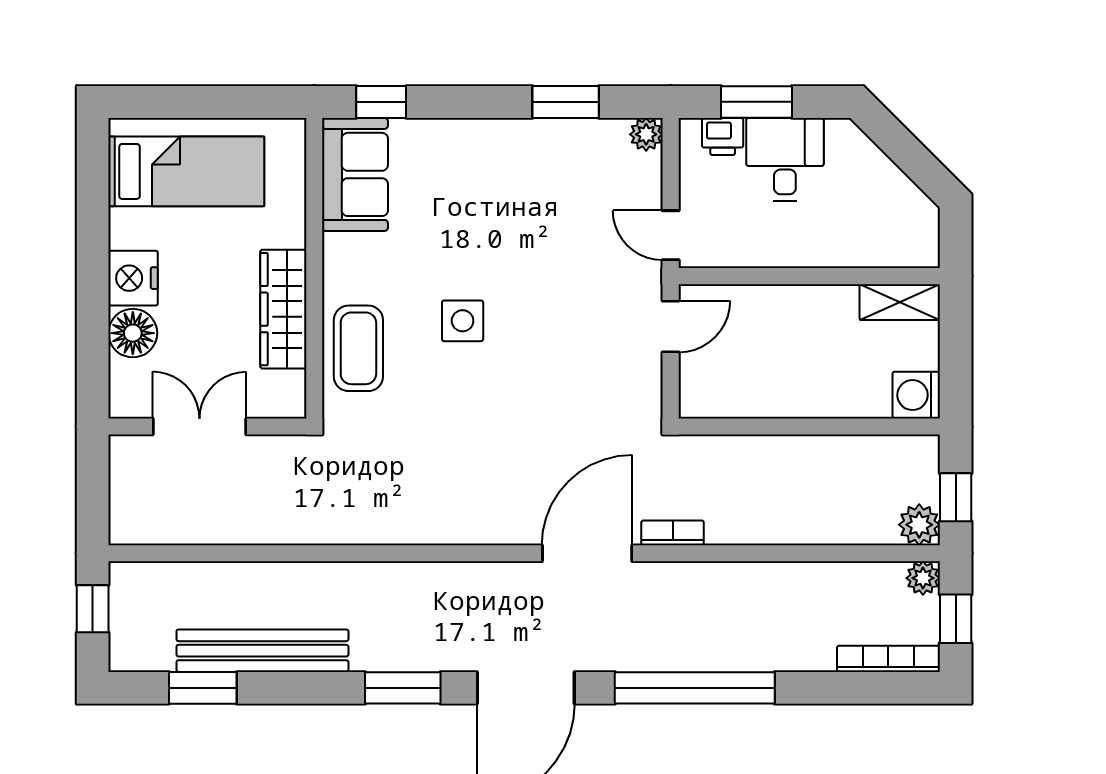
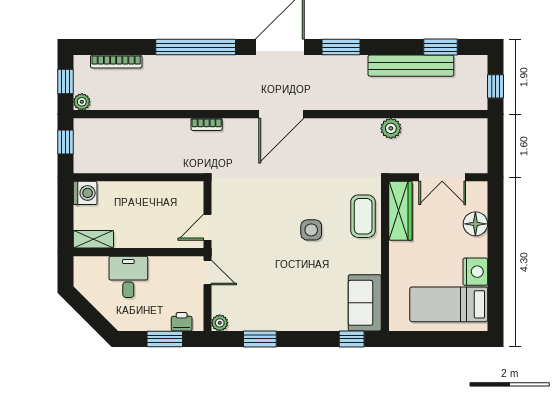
desk: (785, 159) -> (128, 277), moved, turned 180
nightstand: (133, 278) -> (475, 272), moved
wardrobe: (283, 309) -> (400, 211), moved
plant: (919, 525) -> (391, 128), moved
door: (587, 553) -> (281, 114), moved
bookcase: (888, 659) -> (116, 62), moved

